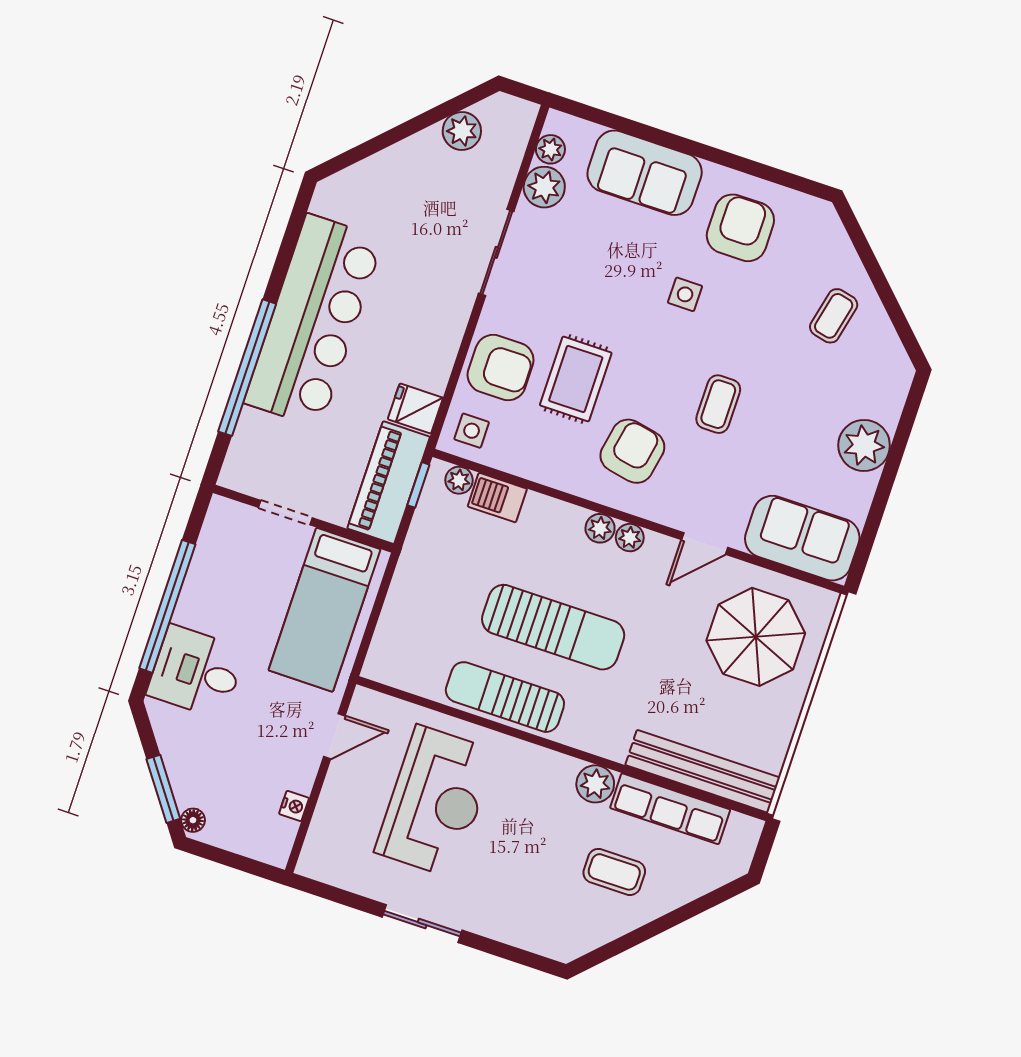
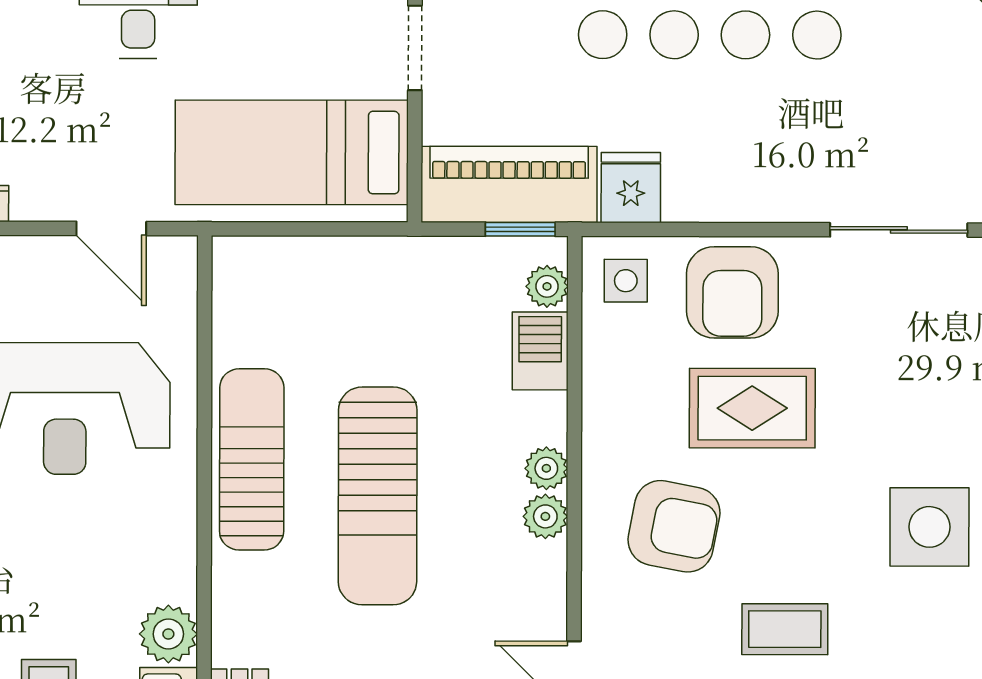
side table: (685, 294) -> (929, 527), width x1.87, depth x1.87
plant: (630, 538) -> (546, 468), moved

